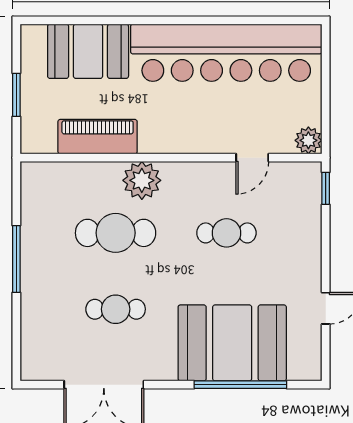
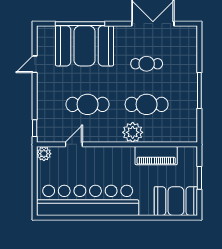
booth: (88, 51) -> (176, 201), moved
cafe table: (226, 233) -> (88, 104), width x1.37, depth x1.35

